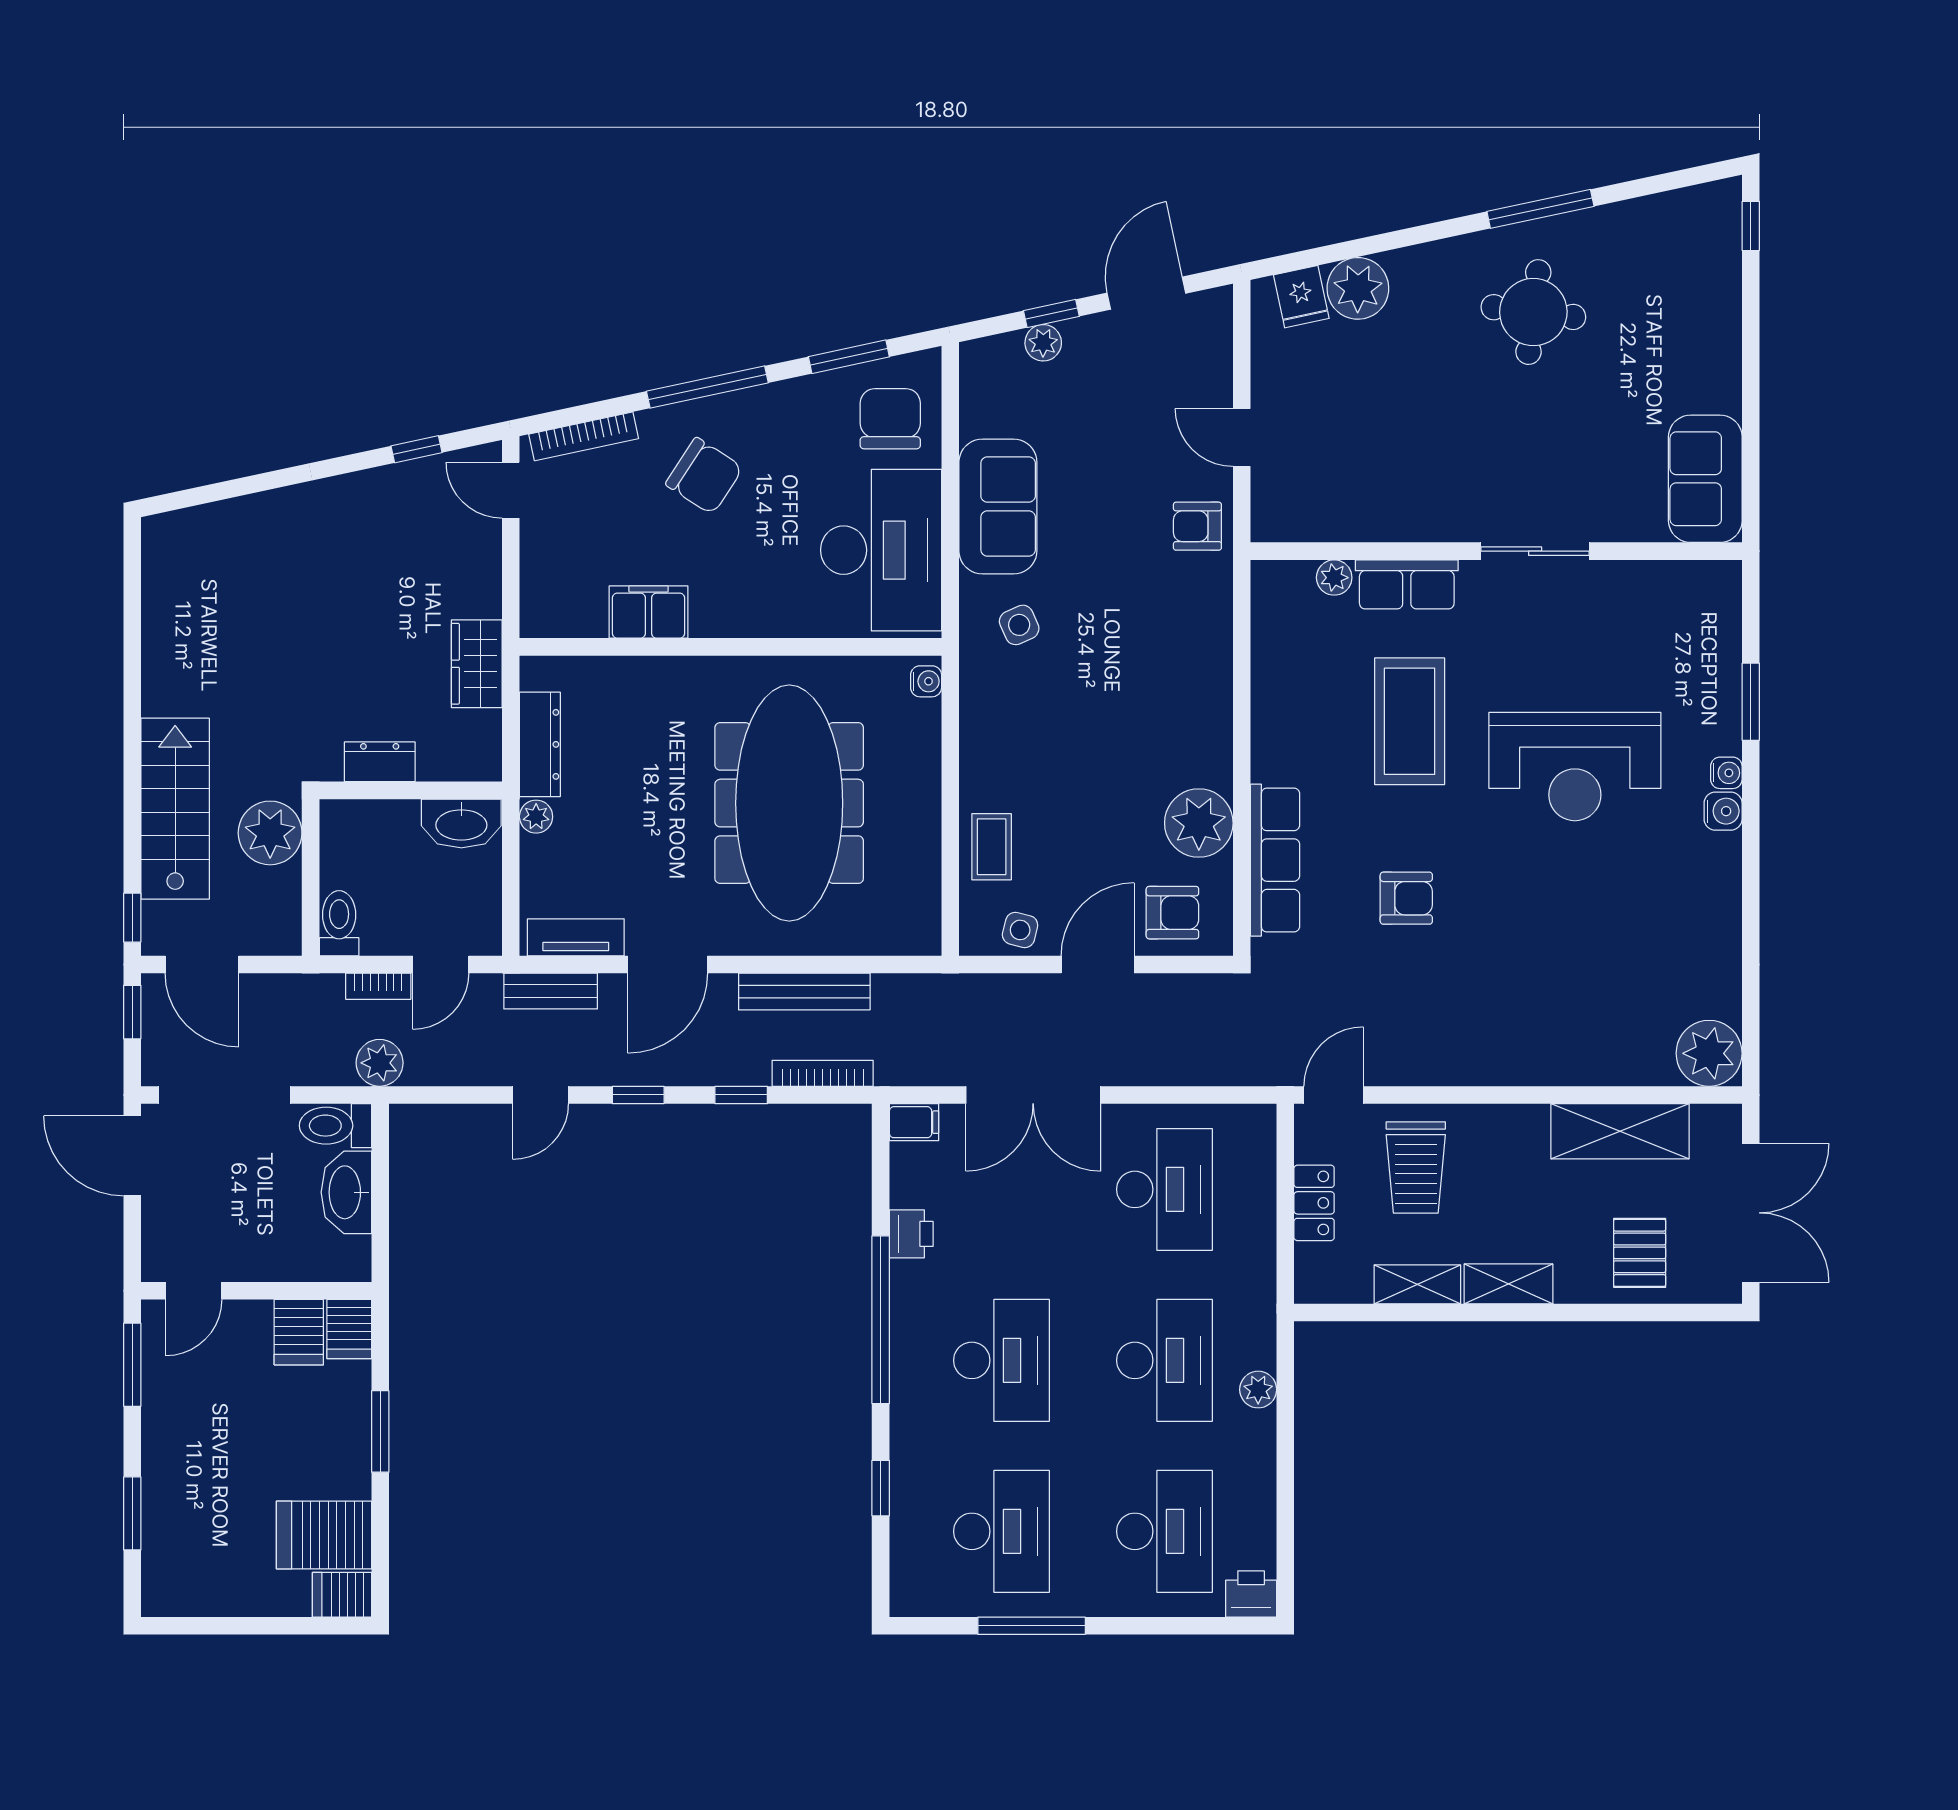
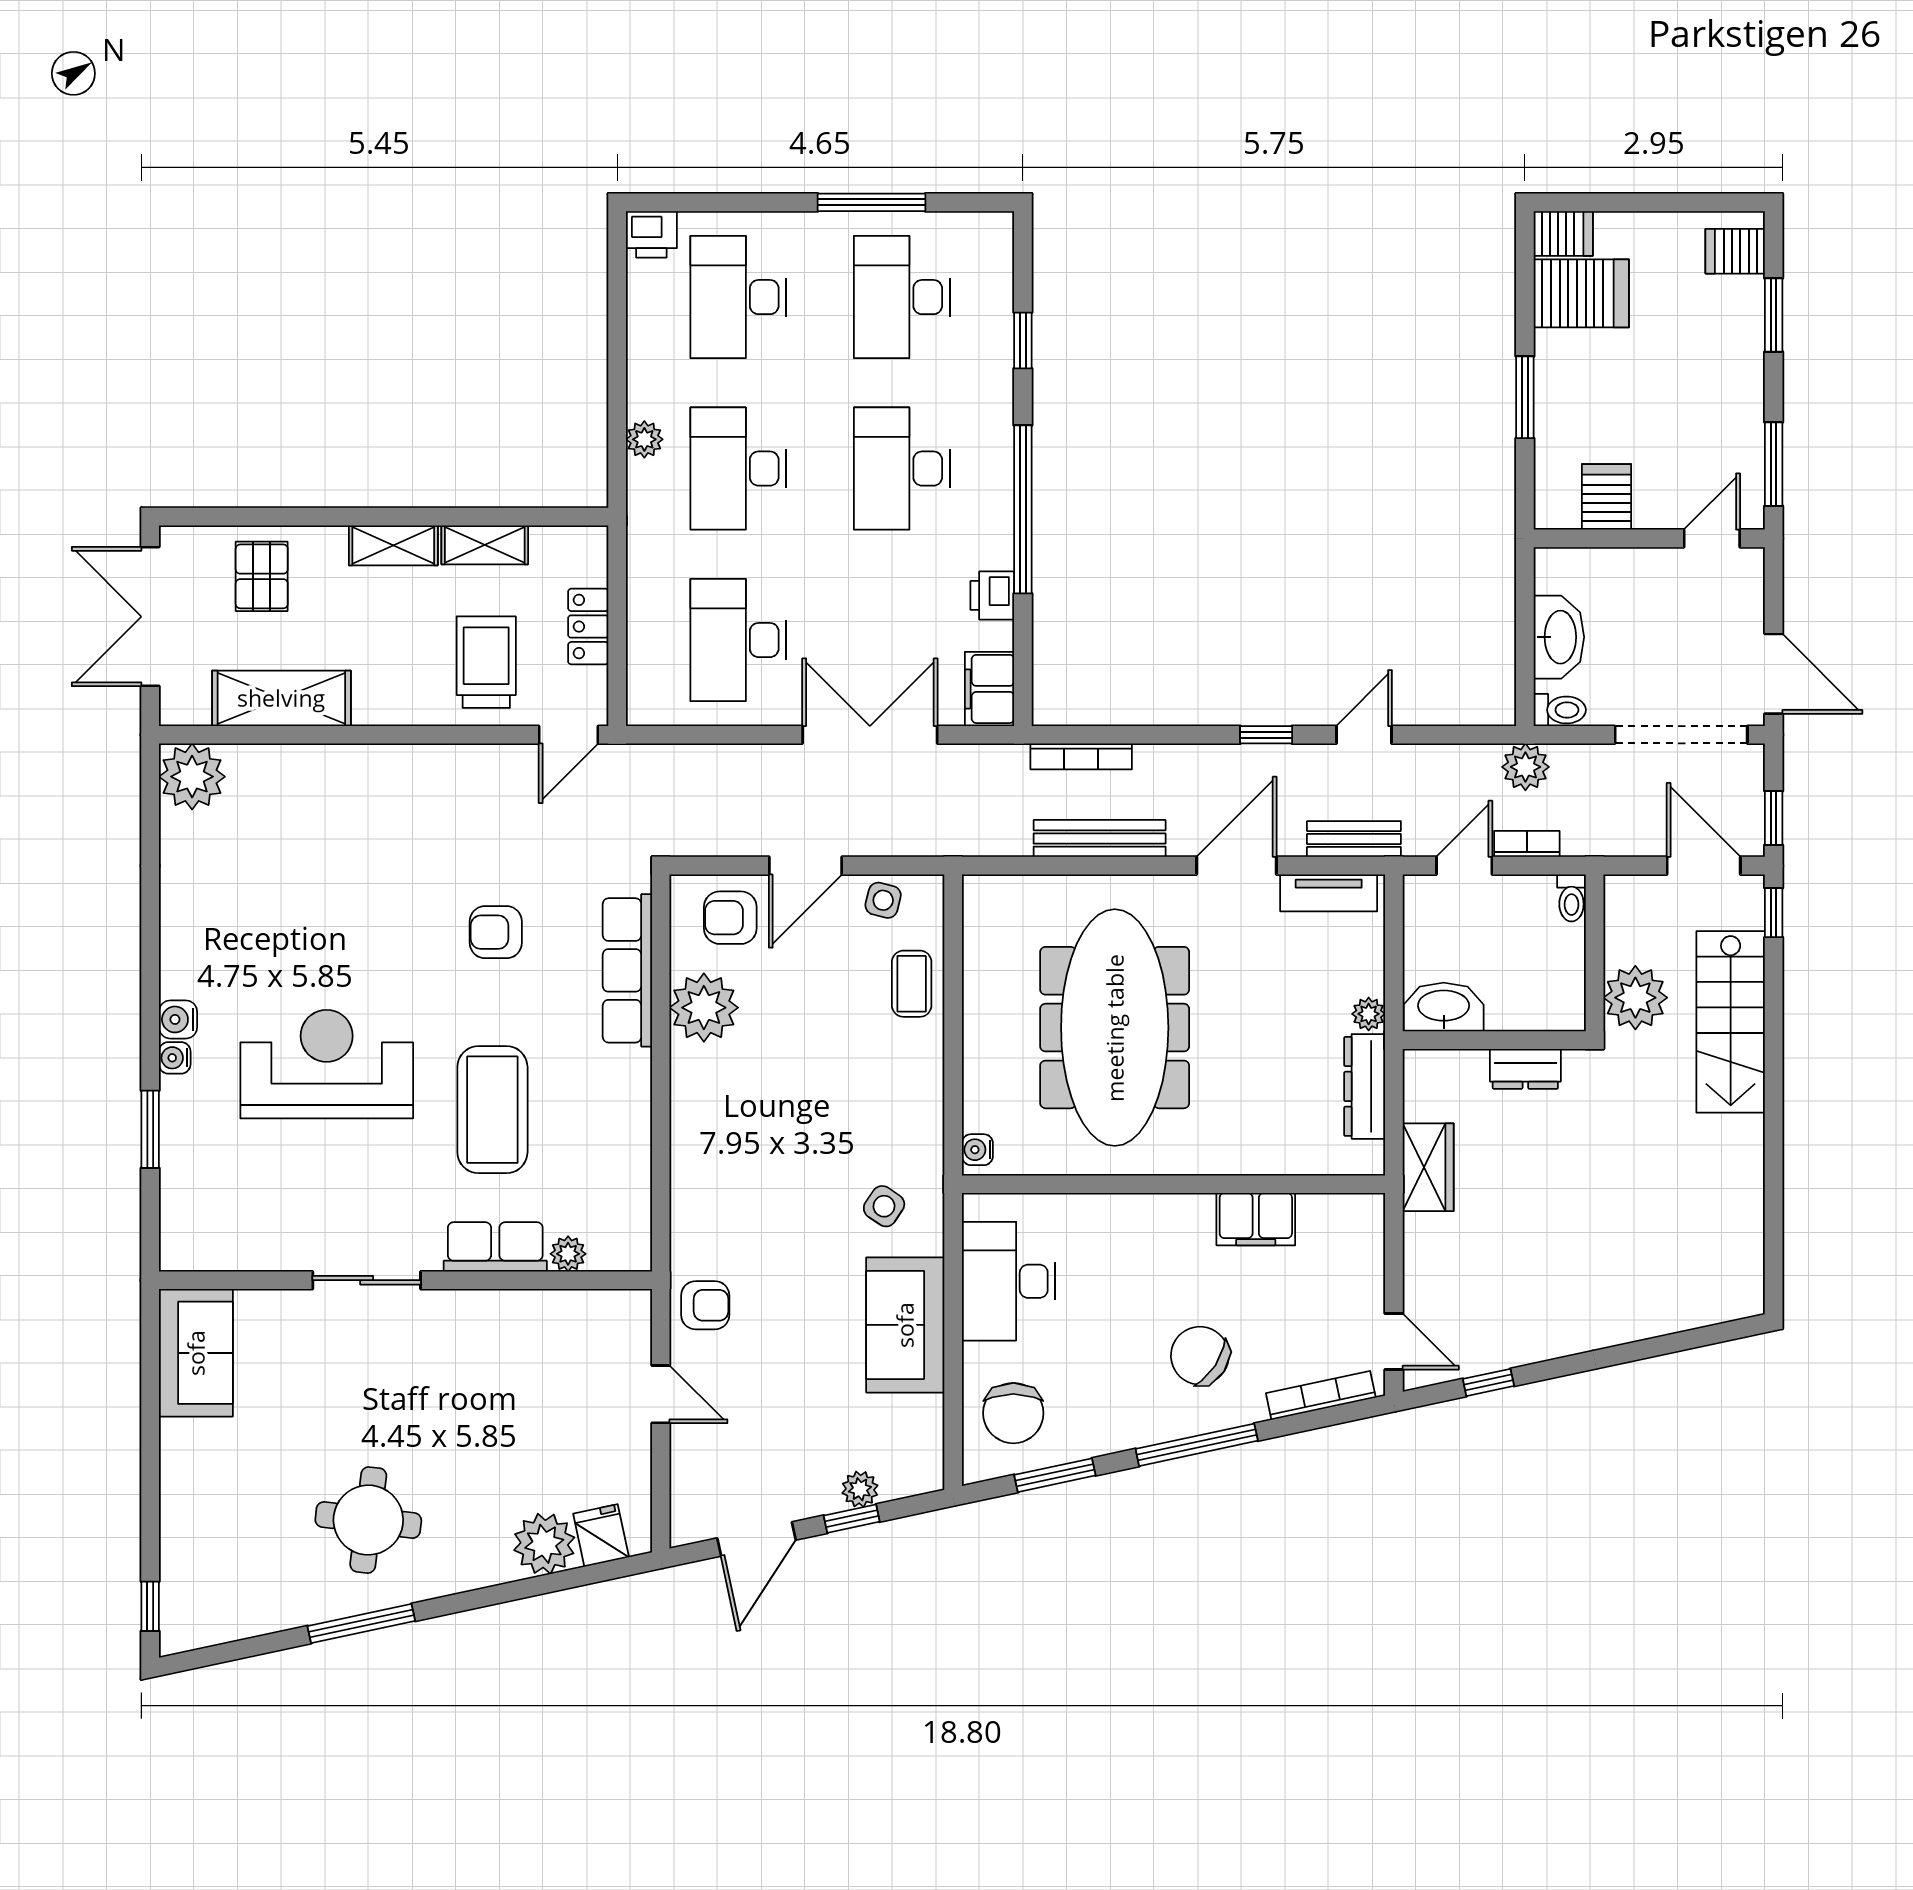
desk: (881, 550) -> (1009, 1281), width x0.73, depth x0.77
side table: (1019, 625) -> (884, 1206), turned -32
toilet: (339, 923) -> (1571, 898), width x0.73, depth x0.72
window: (741, 1095) -> (1163, 735), removed
filing cabinet: (914, 1122) -> (989, 689), width x2.00
toilet: (335, 1126) -> (1560, 710), width x0.73, depth x0.72
server rack: (349, 1329) -> (1735, 251), moved, turned -90

